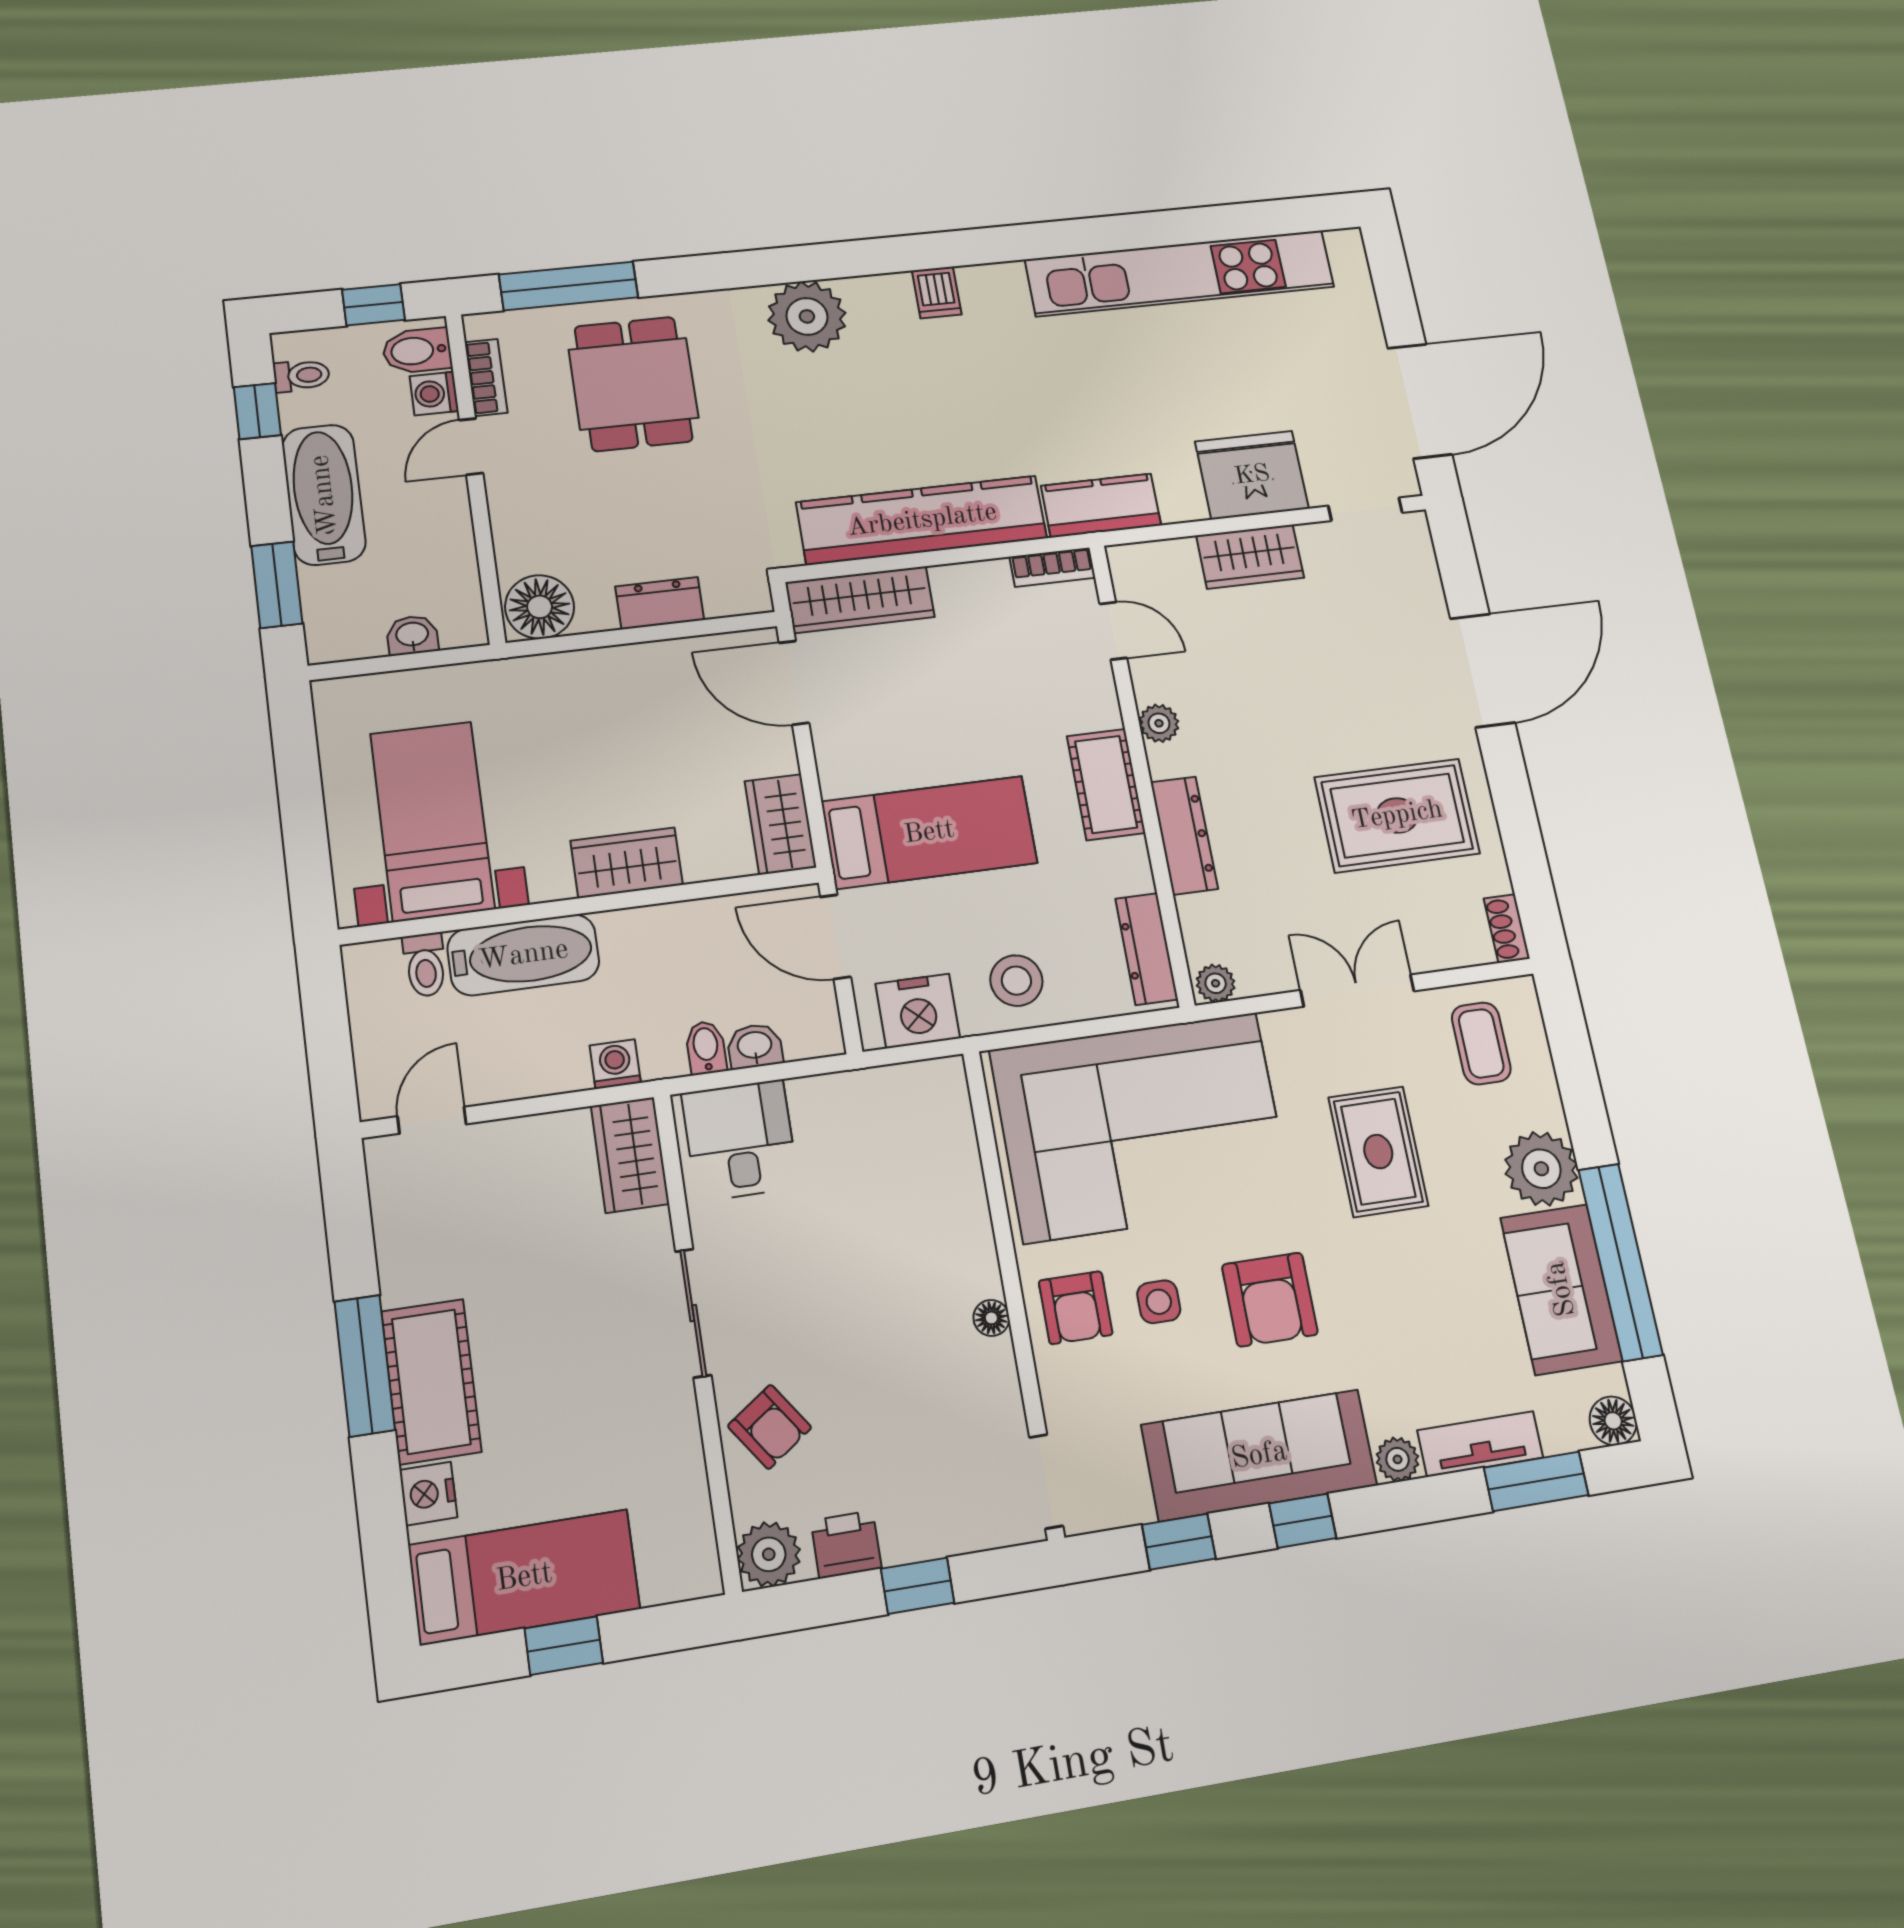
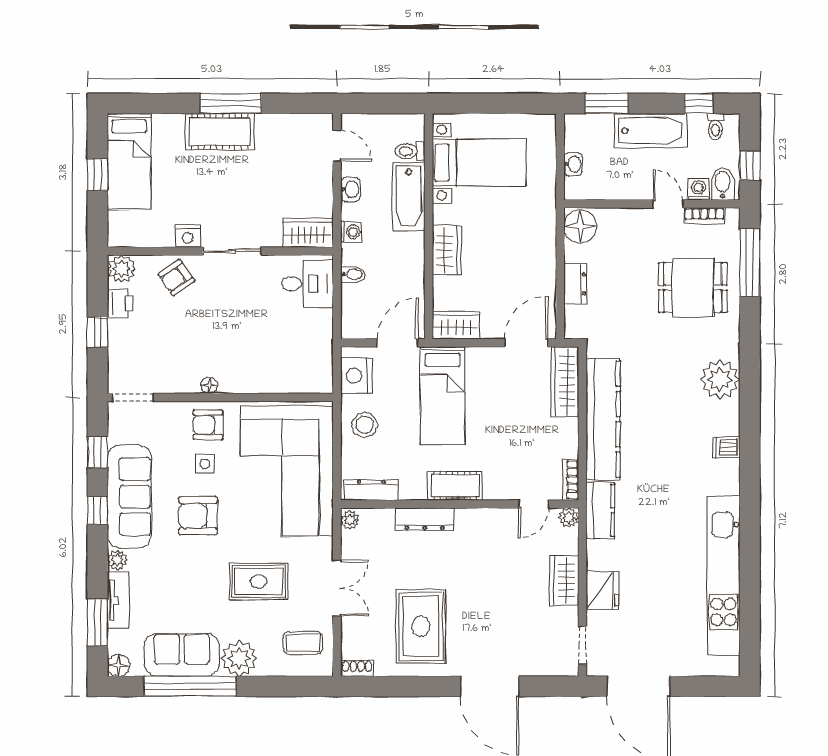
fridge: (1252, 475) -> (602, 590), width x0.73, depth x0.75
plant: (1159, 723) -> (569, 518), moved
washbasin: (755, 1046) -> (350, 189), moved
nightstand: (428, 1494) -> (188, 236), moved, turned 180

